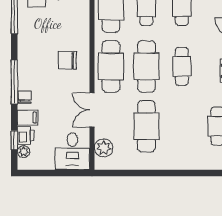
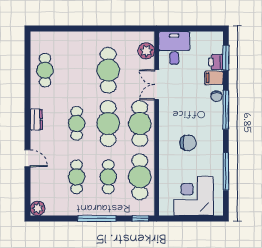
chair: (67, 60) -> (188, 143), moved
double door: (92, 110) -> (157, 85), swing flipped
window: (14, 140) -> (226, 58), width x1.50
plant: (24, 152) -> (218, 48), removed

